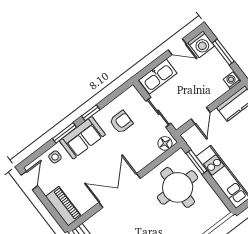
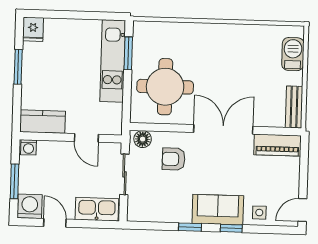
door: (201, 116) -> (86, 138), swing flipped
armchair: (121, 122) -> (174, 159), moved
window: (64, 133) -> (231, 228), width x0.67
window: (196, 162) -> (128, 53), moved
double door: (120, 190) -> (223, 129), swing flipped
piano: (63, 206) -> (277, 145), moved, turned -90

